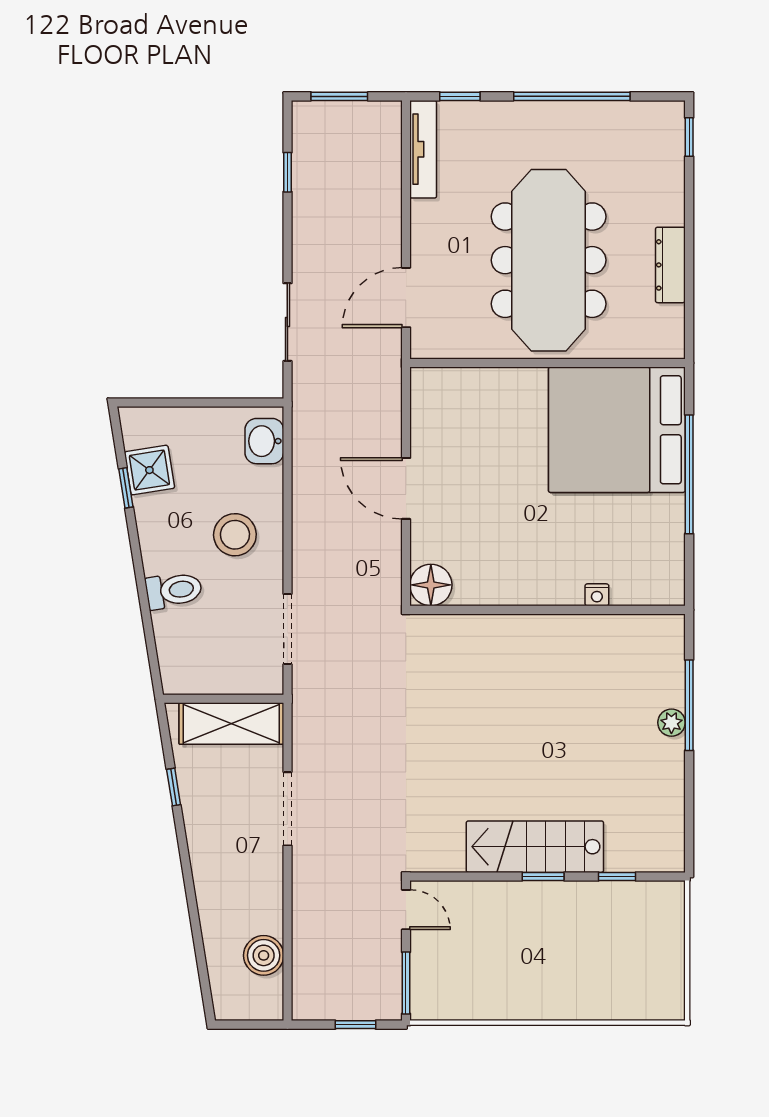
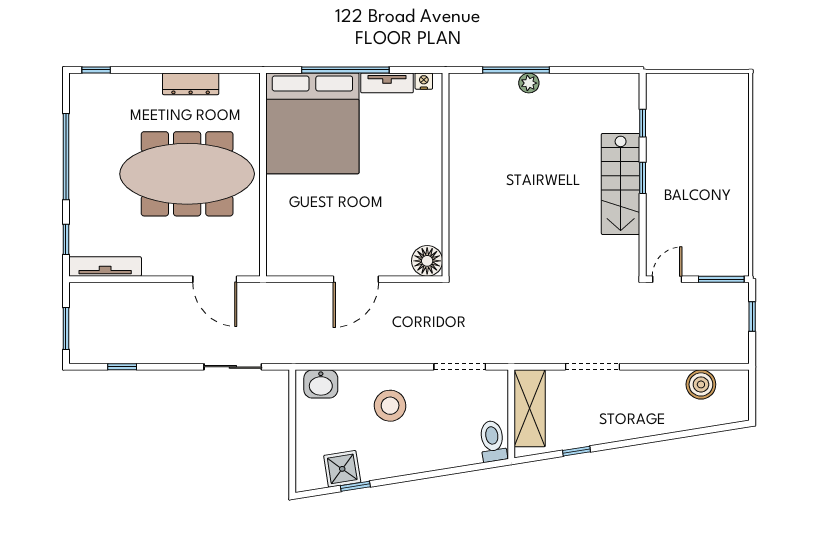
tv unit: (672, 531) -> (387, 83), added
toilet: (174, 590) -> (493, 441), moved
nightstand: (597, 595) -> (424, 81), moved, turned -90

